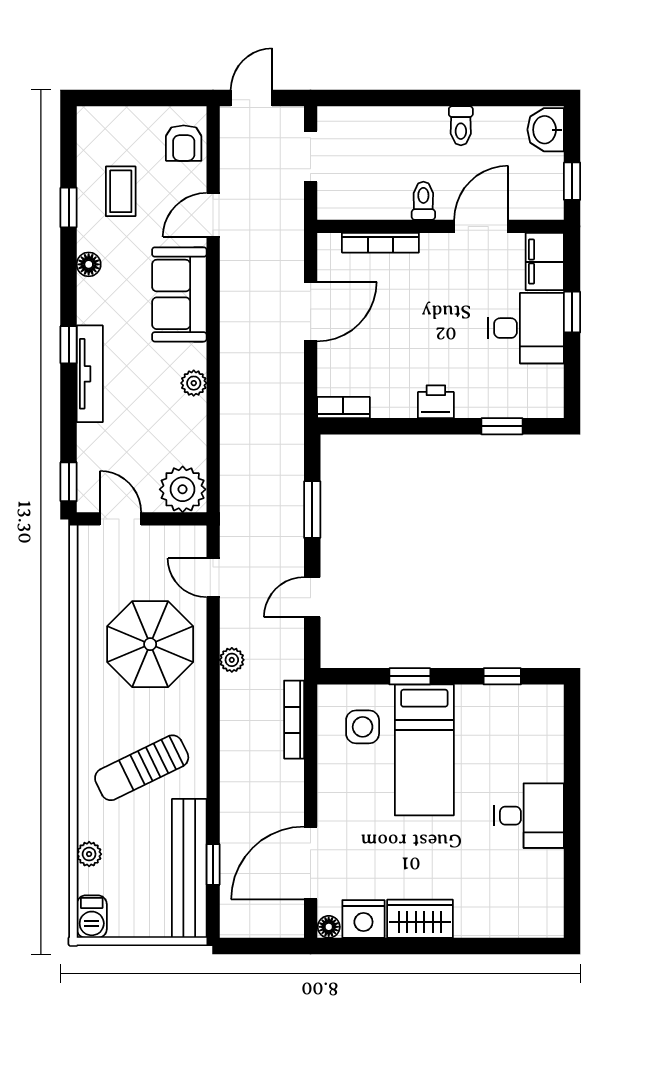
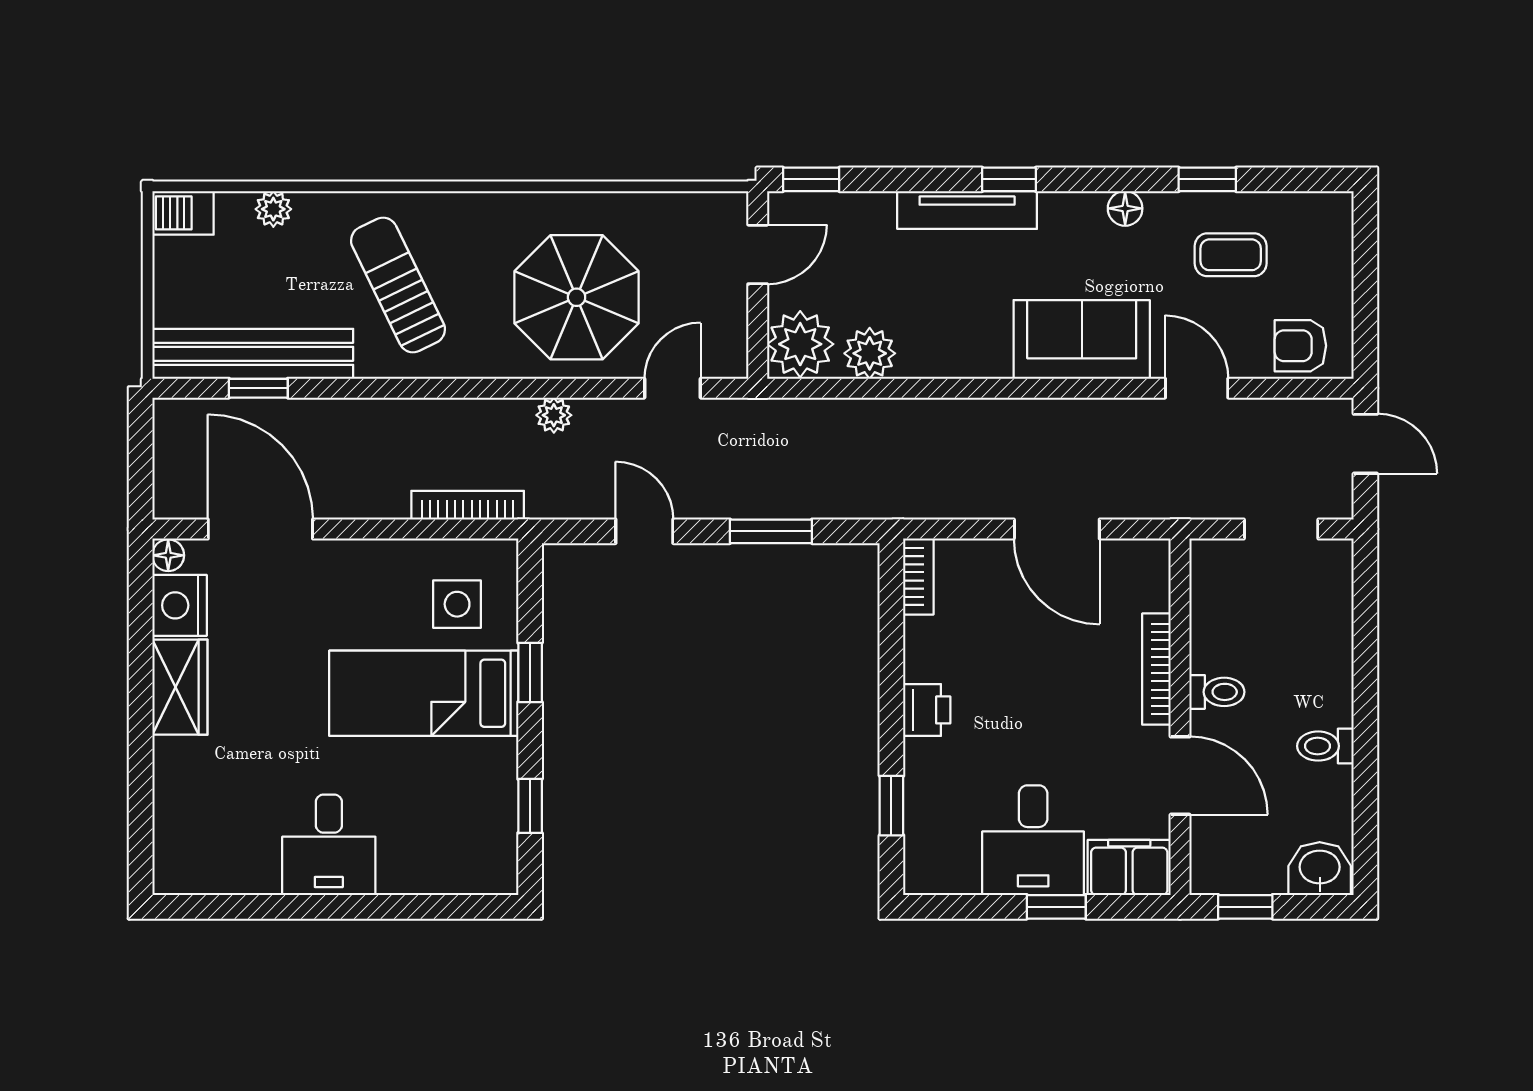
bookcase: (380, 243) -> (1156, 669), moved
plant: (194, 383) -> (870, 353), moved, width x1.38, depth x1.38

